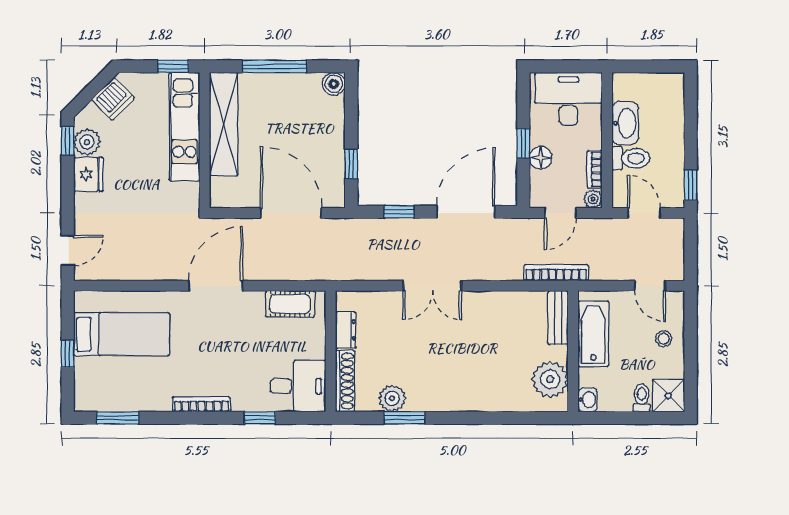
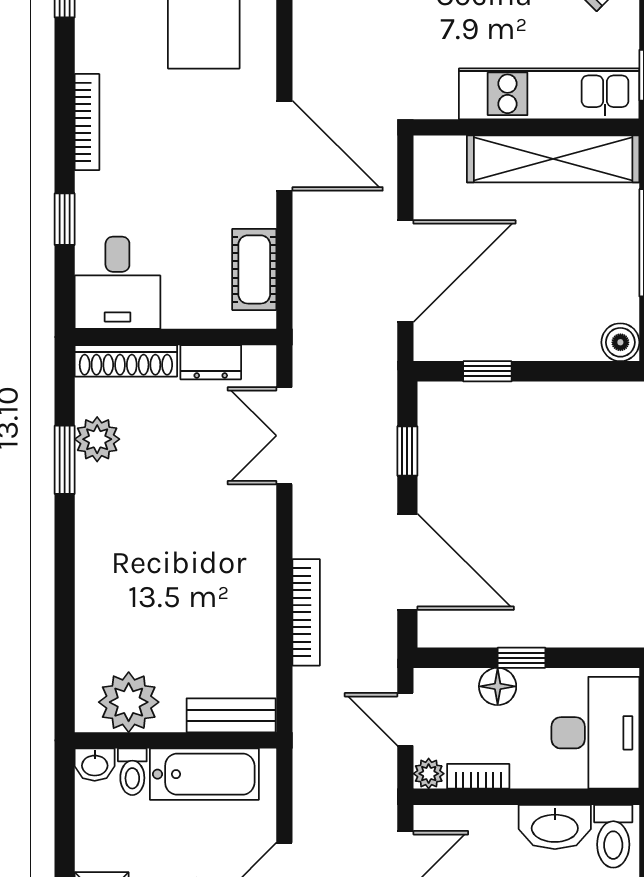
toilet: (631, 158) -> (613, 836), moved
bookcase: (556, 273) -> (306, 612), moved
double door: (432, 286) -> (284, 436), moved
toilet: (642, 398) -> (132, 772), moved, turned 90

